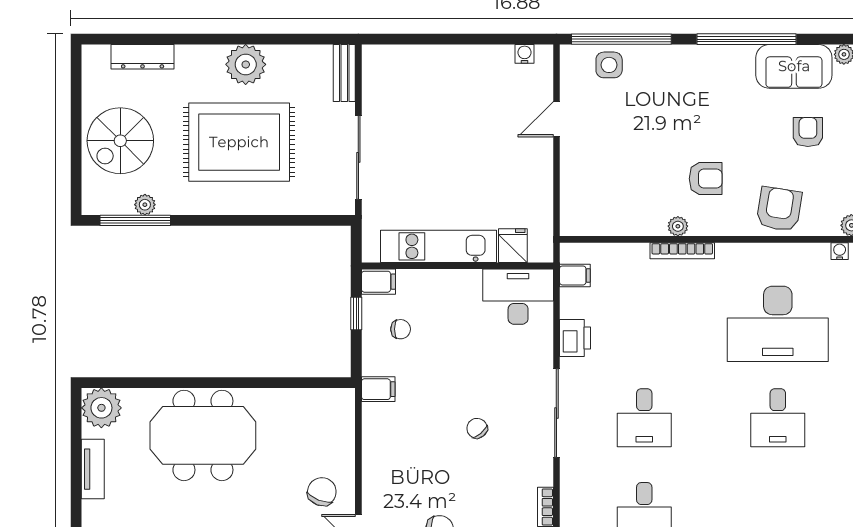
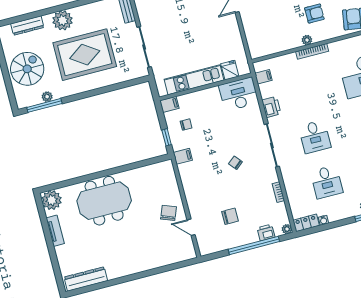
plant: (246, 64) -> (63, 20), moved
spiral stairs: (120, 141) -> (27, 69), turned 180
window: (356, 314) -> (167, 137), moved

